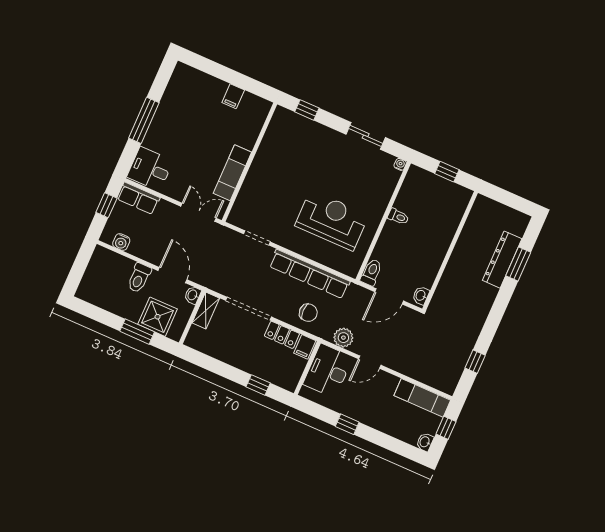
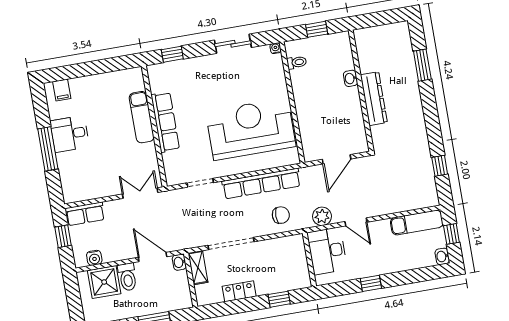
filing cabinet: (233, 96) -> (62, 90), moved
row of seats: (261, 165) -> (165, 122), added
desk: (150, 169) -> (70, 134), moved
exam couch: (232, 173) -> (142, 117), moved
toilet: (398, 217) -> (297, 62), moved
reception desk: (332, 220) -> (251, 129), width x1.36, depth x1.30
dresser: (502, 260) -> (374, 99), moved, turned 180
toilet: (371, 272) -> (310, 150), removed
washbasin: (421, 296) -> (350, 78), moved
shower: (158, 317) -> (104, 282), moved
locker: (282, 335) -> (239, 291), moved, turned 180
filing cabinet: (305, 347) -> (296, 244), removed
door: (370, 362) -> (356, 222), hinge flipped

